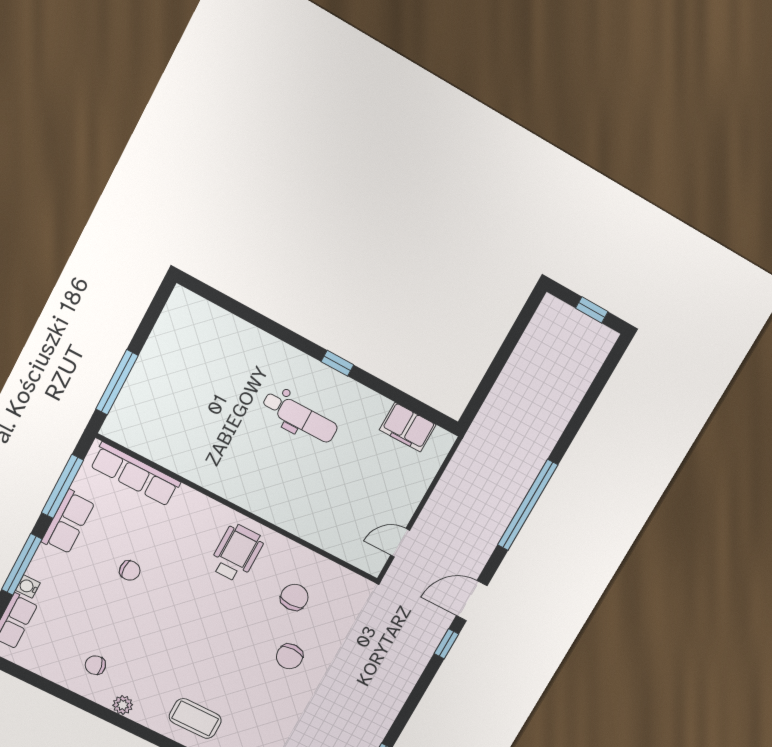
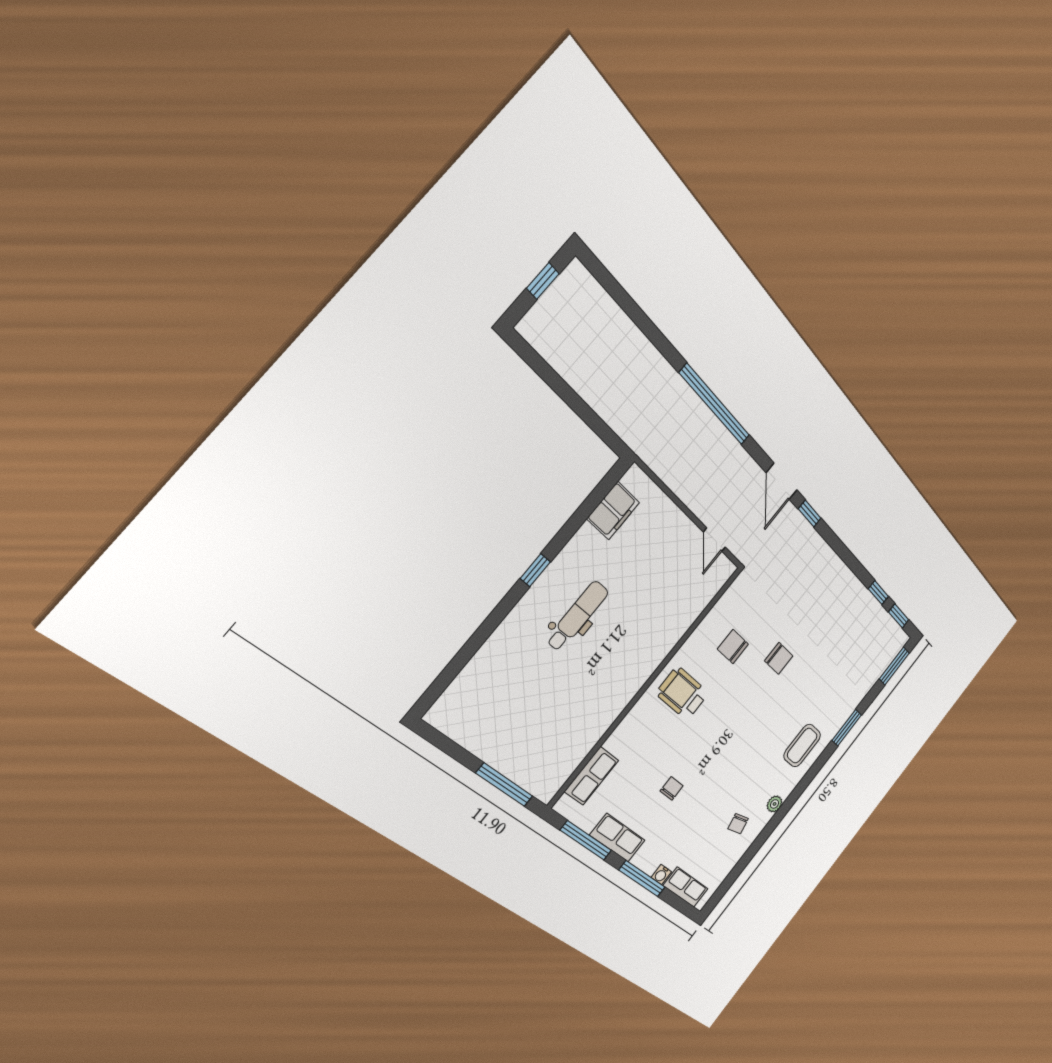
row of seats: (135, 474) -> (592, 776), width x0.68

